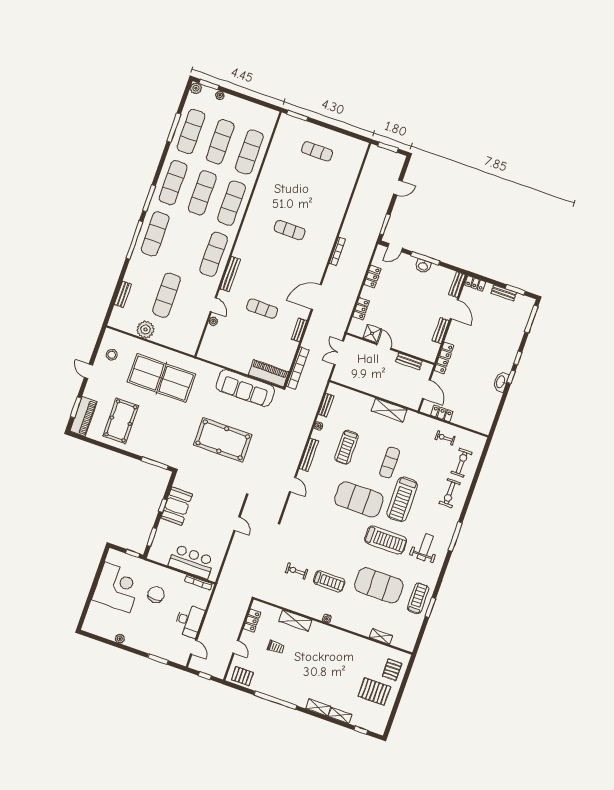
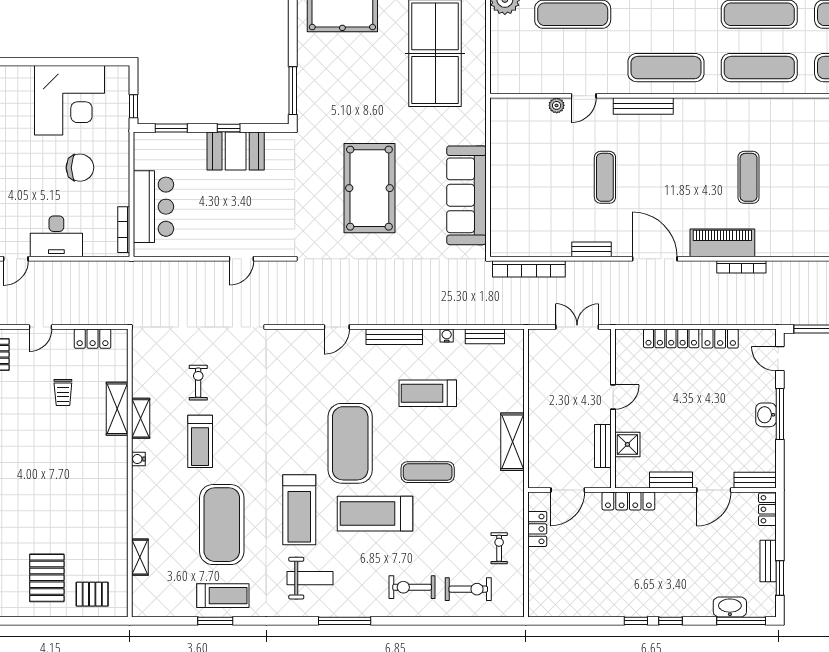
locker: (361, 309) -> (671, 338), width x1.53
shower: (372, 333) -> (627, 444), moved
piano: (269, 373) -> (722, 243), moved, turned -90
washbasin: (501, 382) -> (730, 607), moved
shelving: (305, 609) -> (141, 418), added

